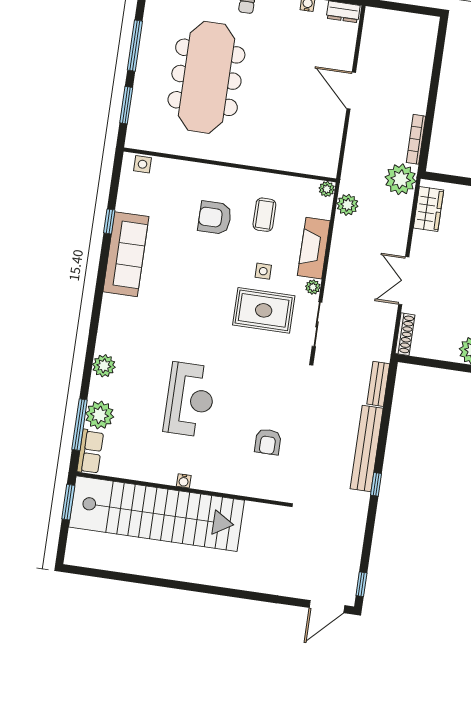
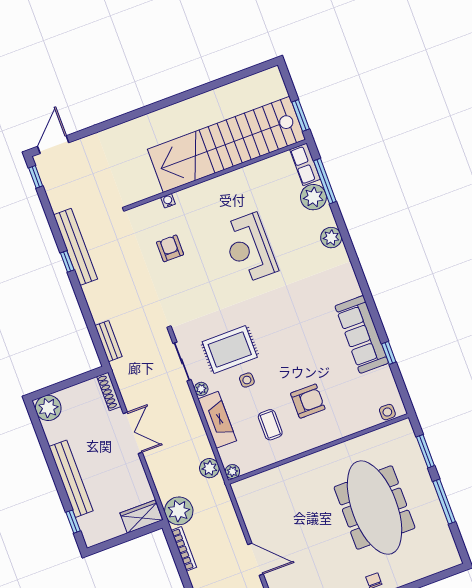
wardrobe: (429, 209) -> (141, 517), moved, turned 90
bench: (367, 448) -> (76, 247), moved
water cooler: (184, 481) -> (168, 201), moved

